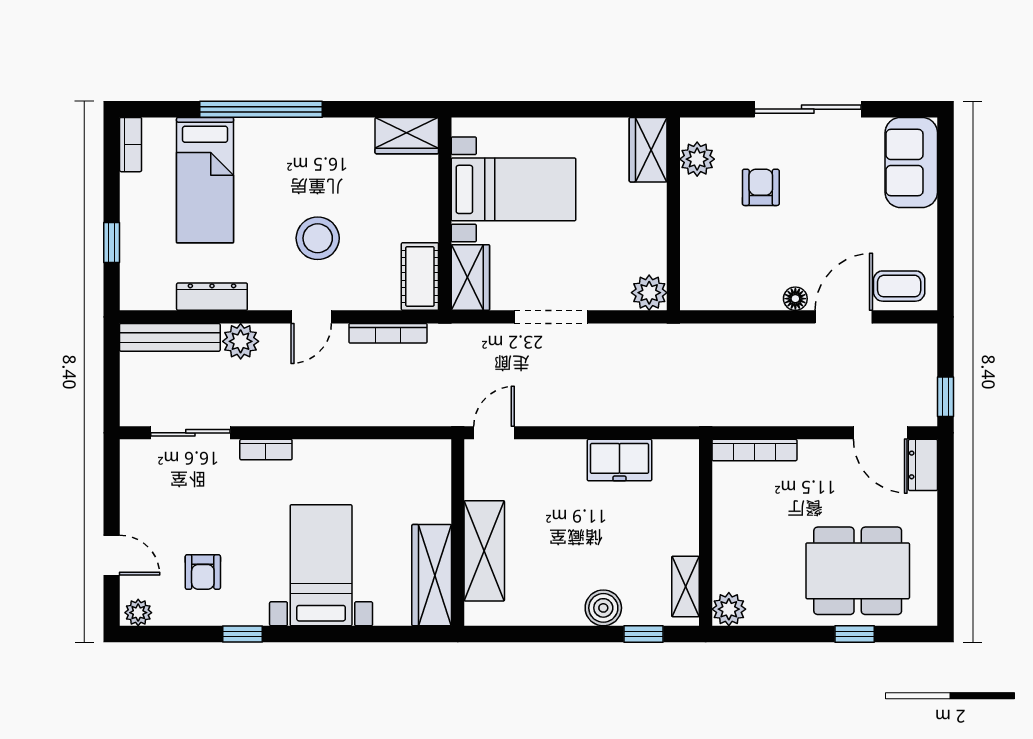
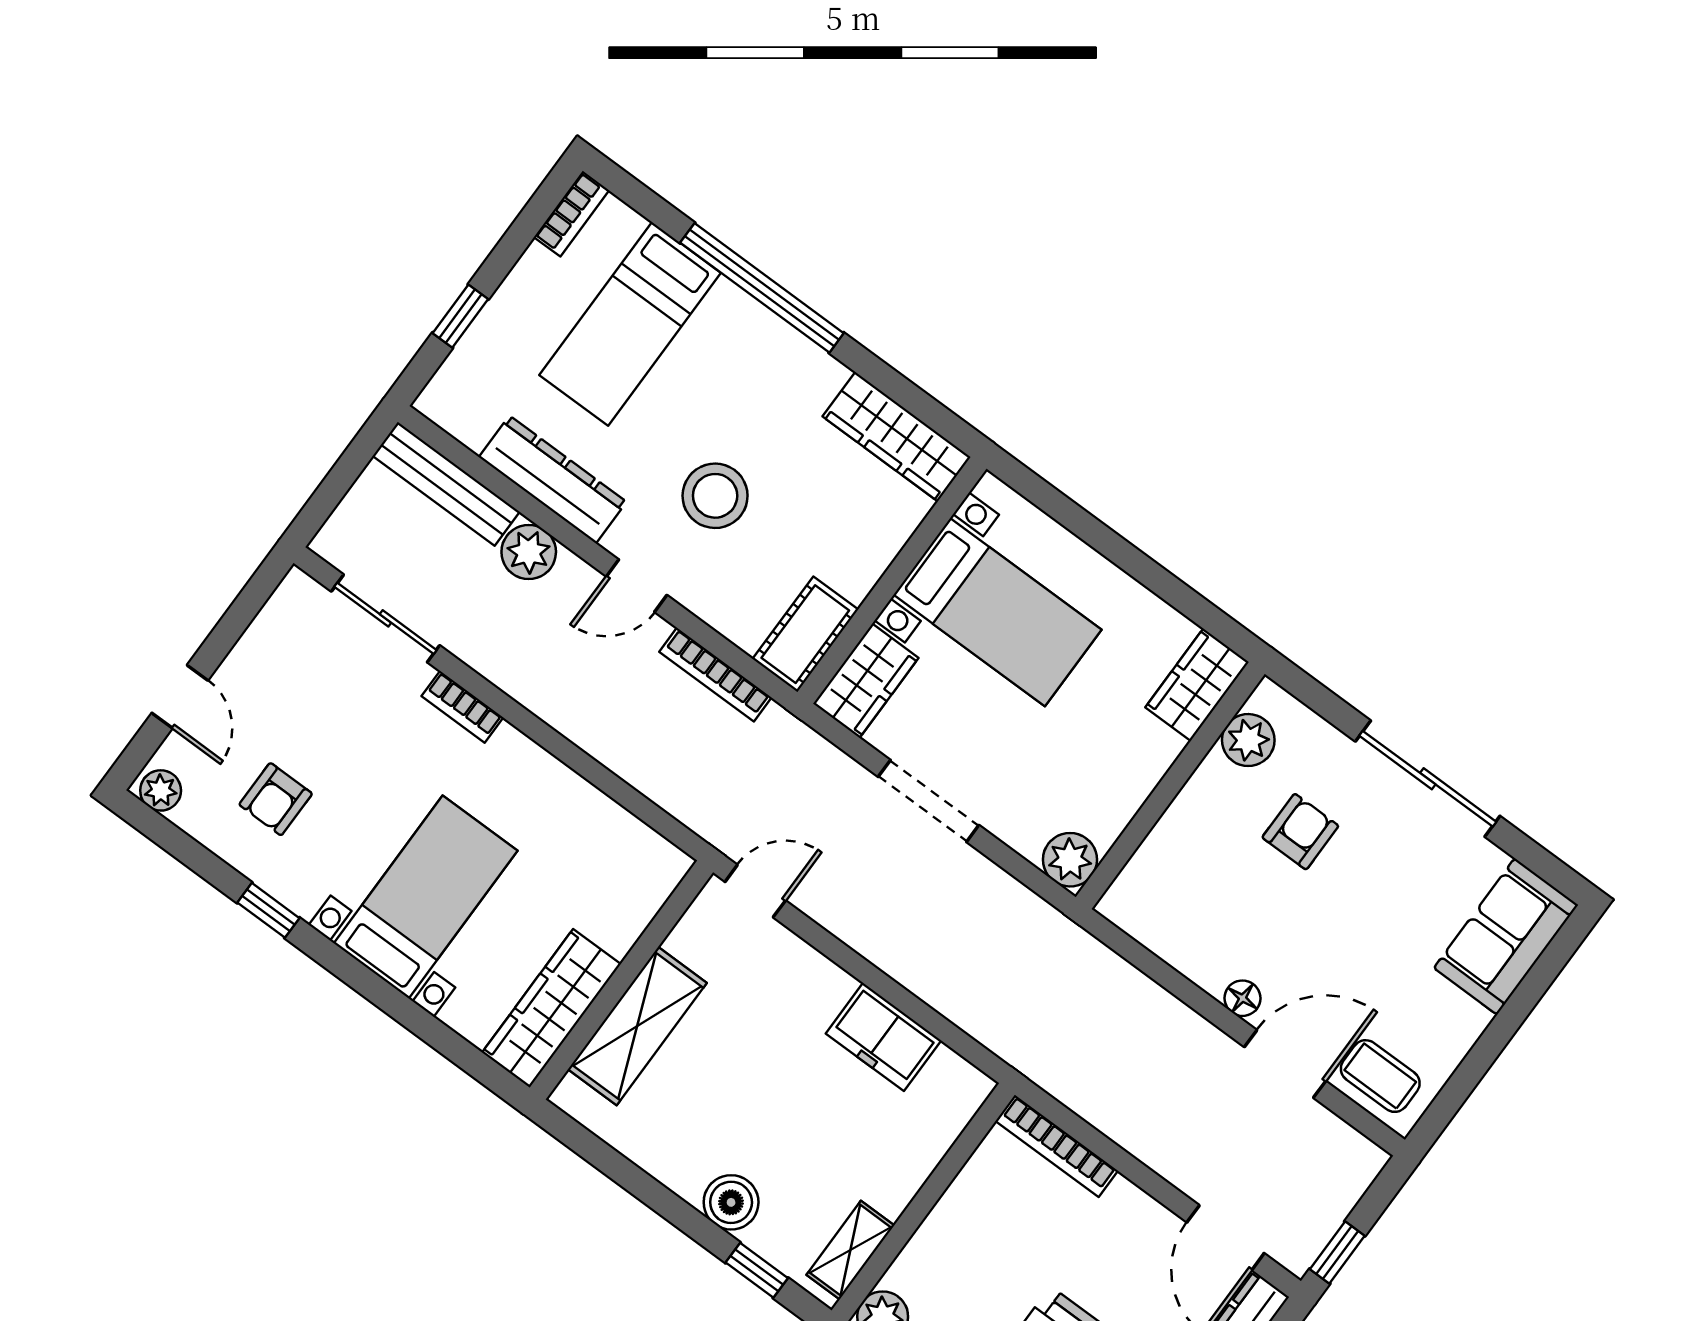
wardrobe: (407, 136) -> (897, 437), width x1.50
dresser: (212, 297) -> (553, 479), width x1.37, depth x1.24

